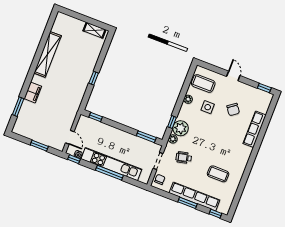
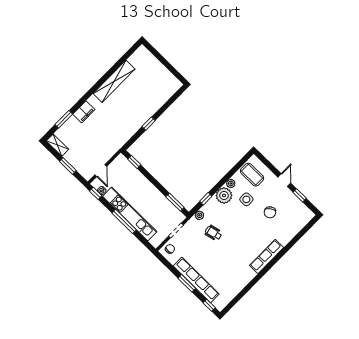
shelving: (94, 30) -> (58, 145), moved
window: (264, 88) -> (300, 195), moved
plant: (181, 128) -> (224, 195), moved
row of seats: (255, 129) -> (267, 256), moved
wheelchair: (184, 158) -> (213, 233), moved
coffee table: (218, 174) -> (228, 268), removed

